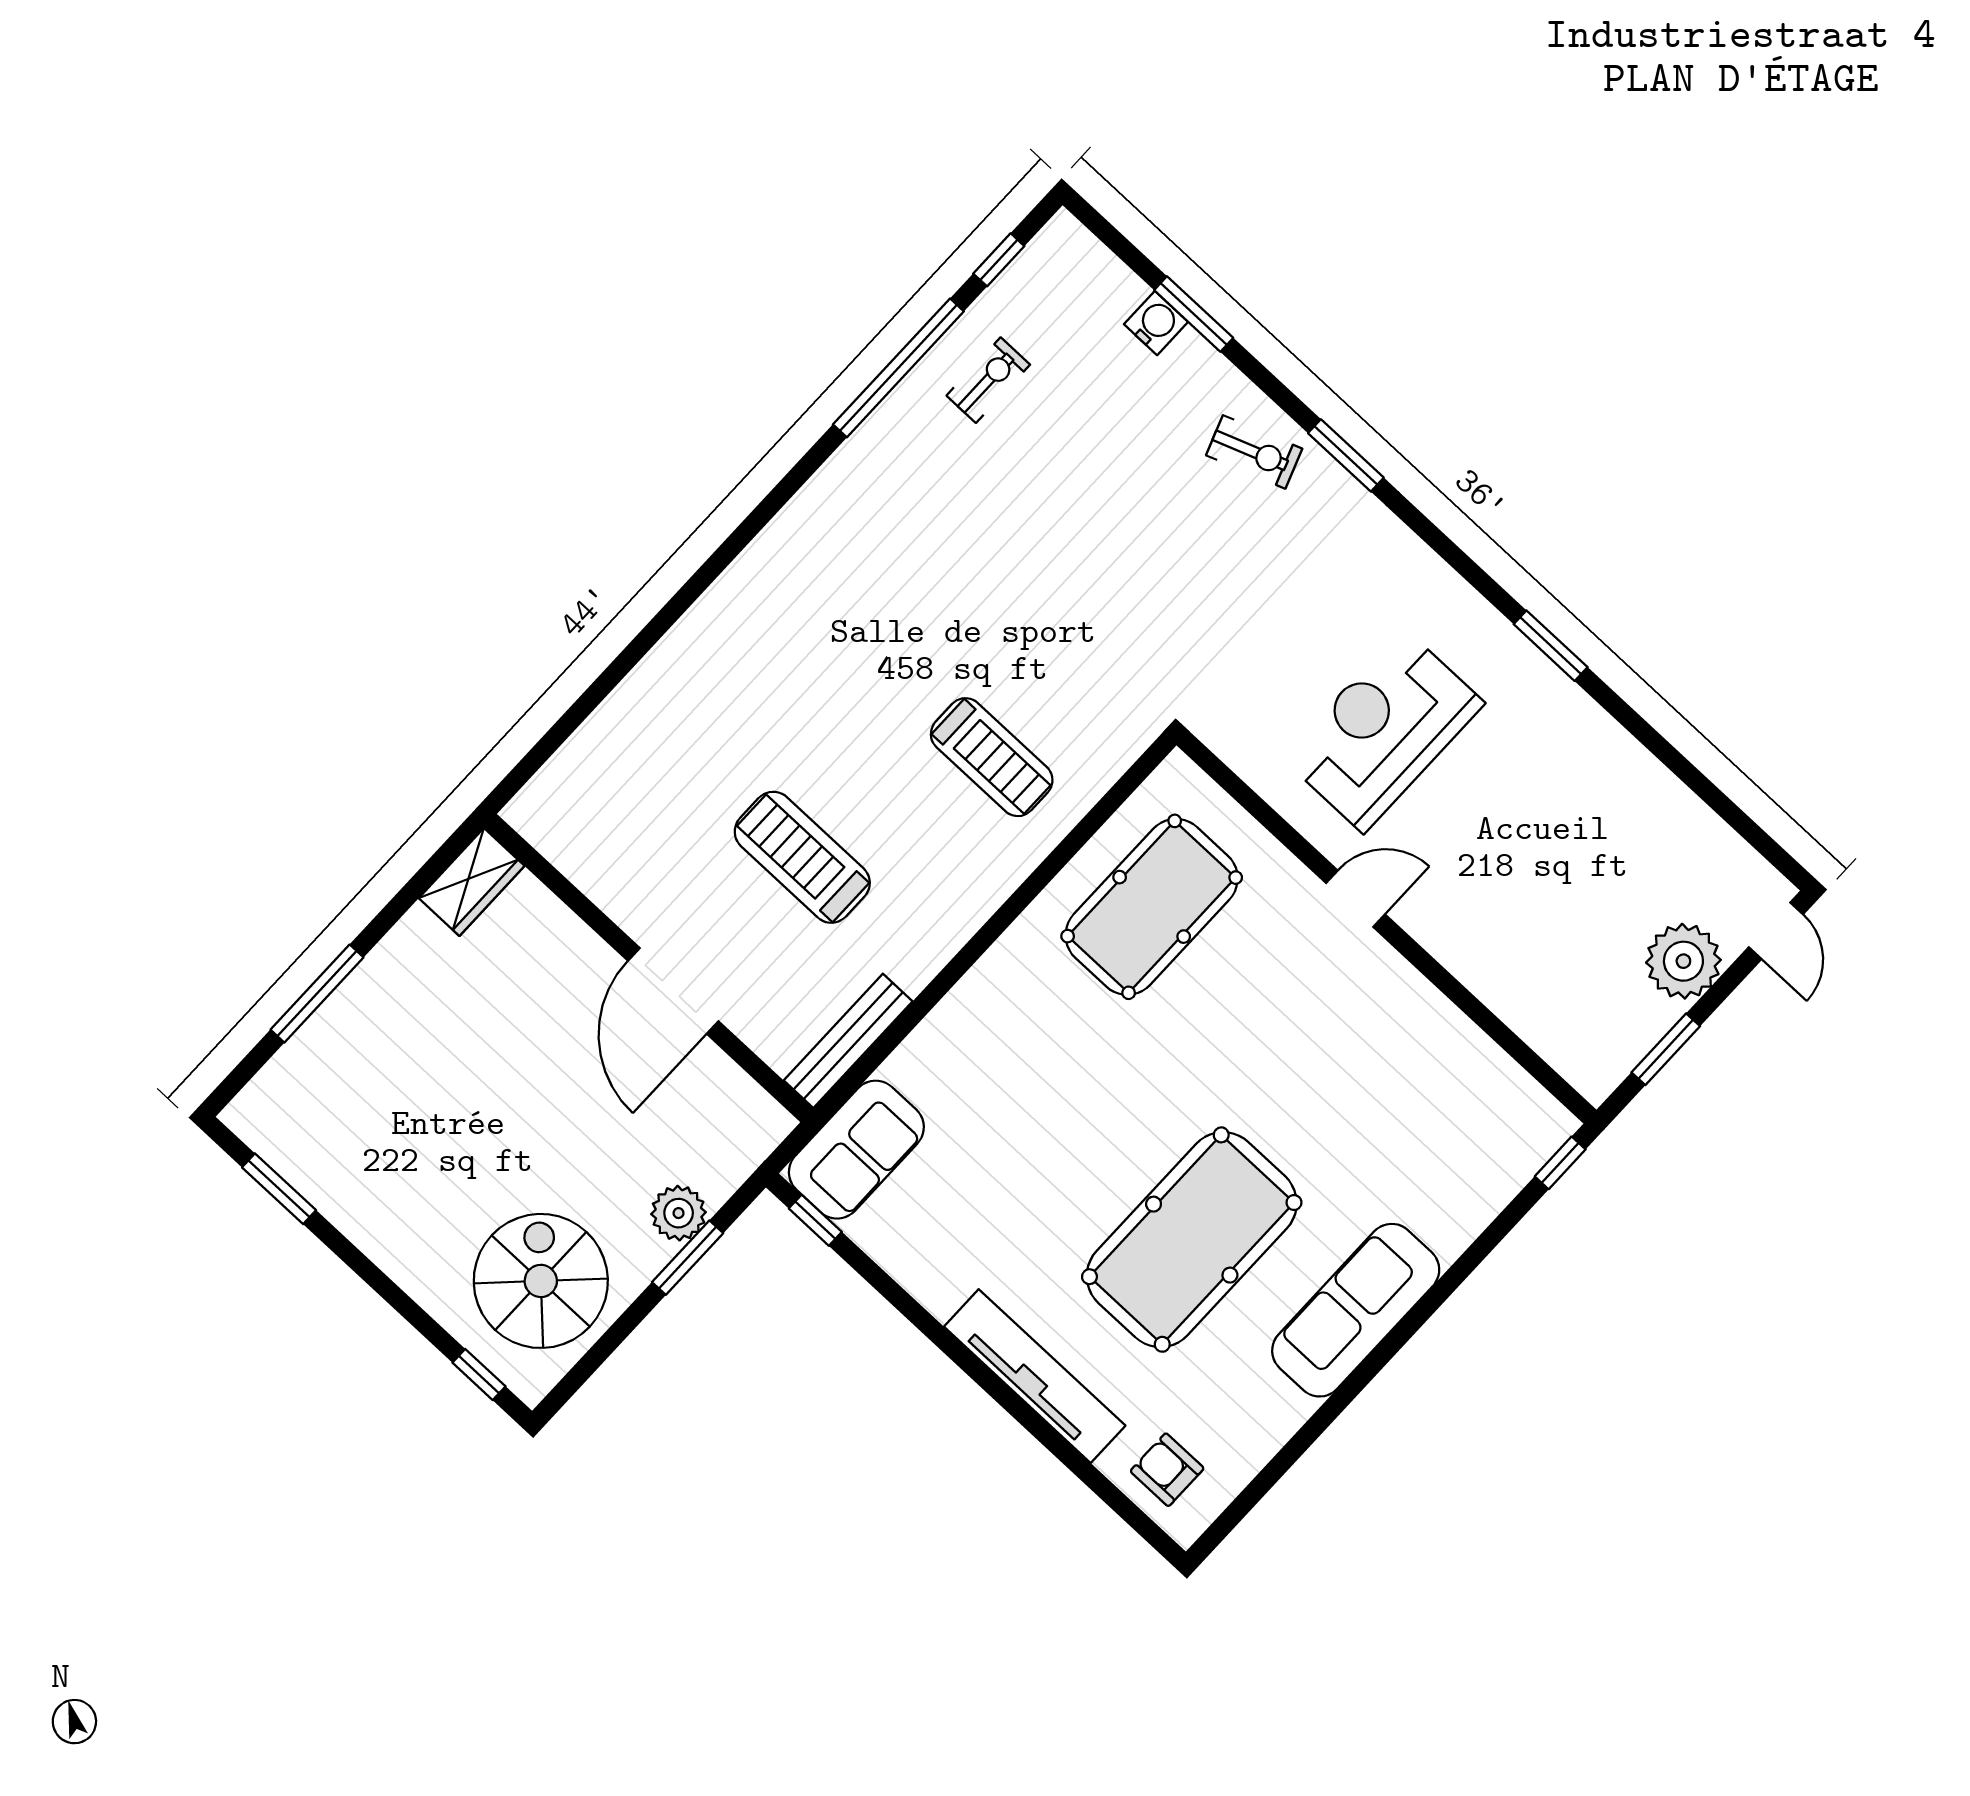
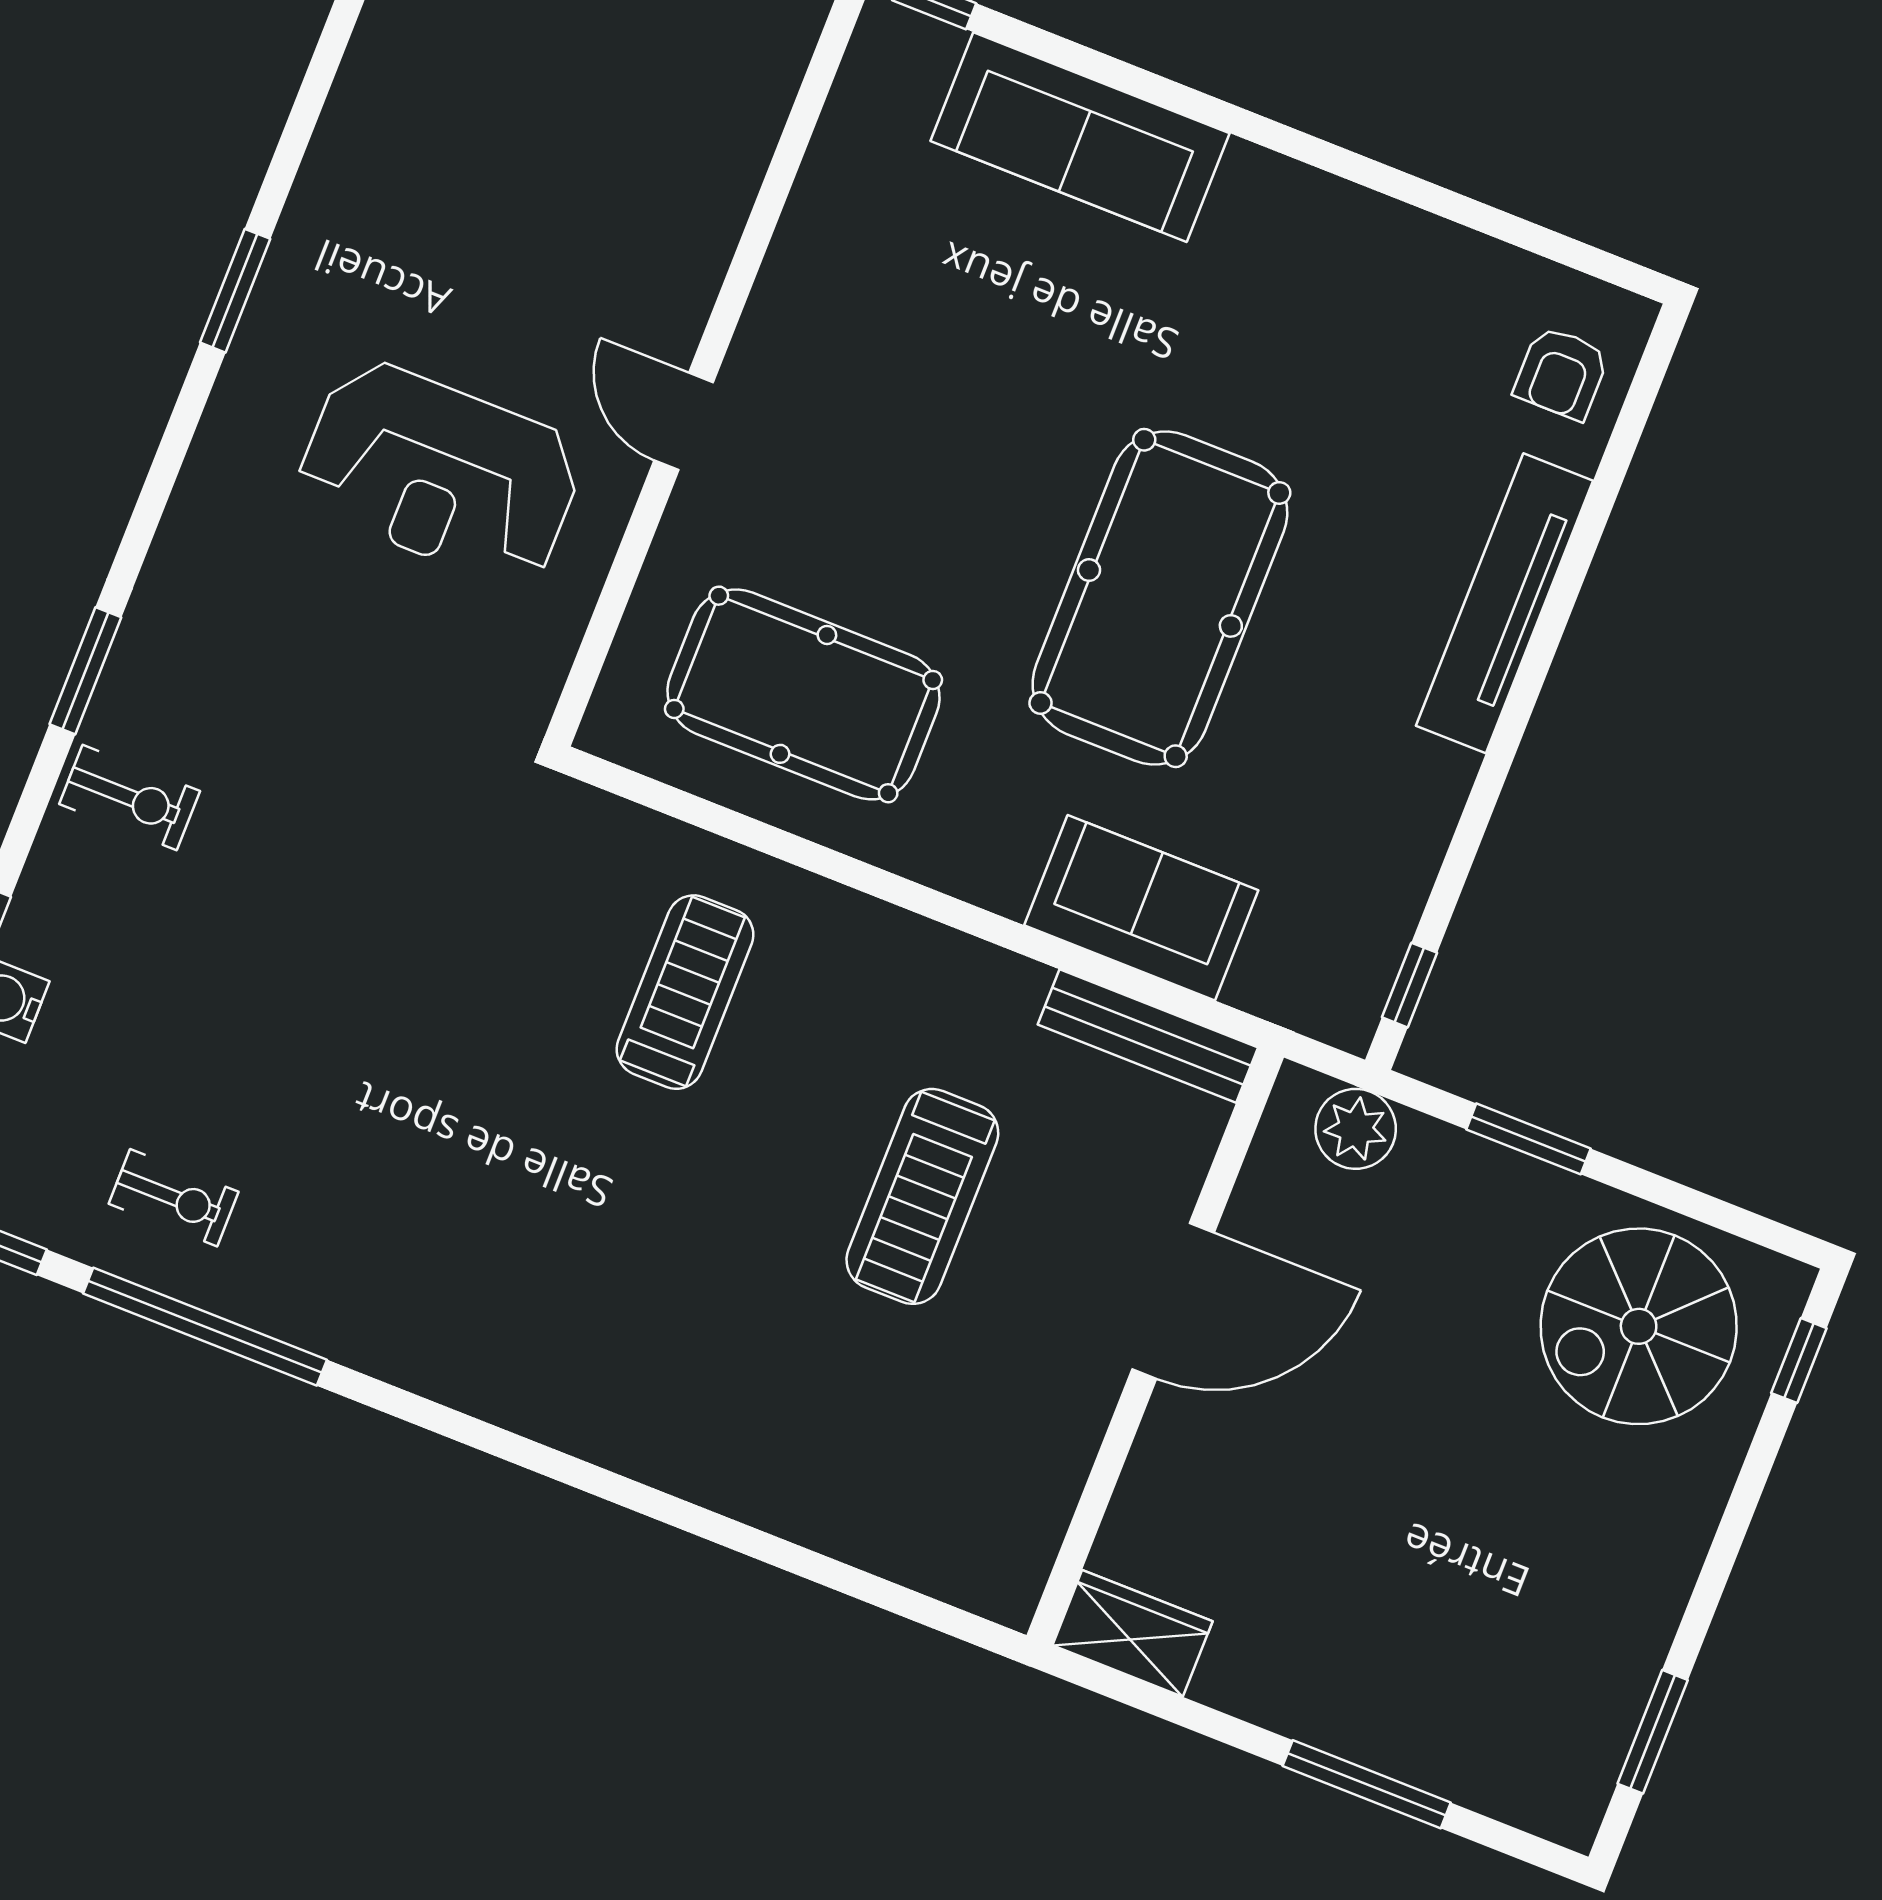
exercise bike: (988, 380) -> (174, 1198), turned 180
exercise bike: (1254, 452) -> (130, 797), turned 110
sofa: (856, 1150) -> (1141, 908), moved
plant: (679, 1213) -> (1356, 1129), moved
pool table: (1192, 1240) -> (1160, 598), moved, turned 90
sofa: (1356, 1310) -> (1080, 137), moved

